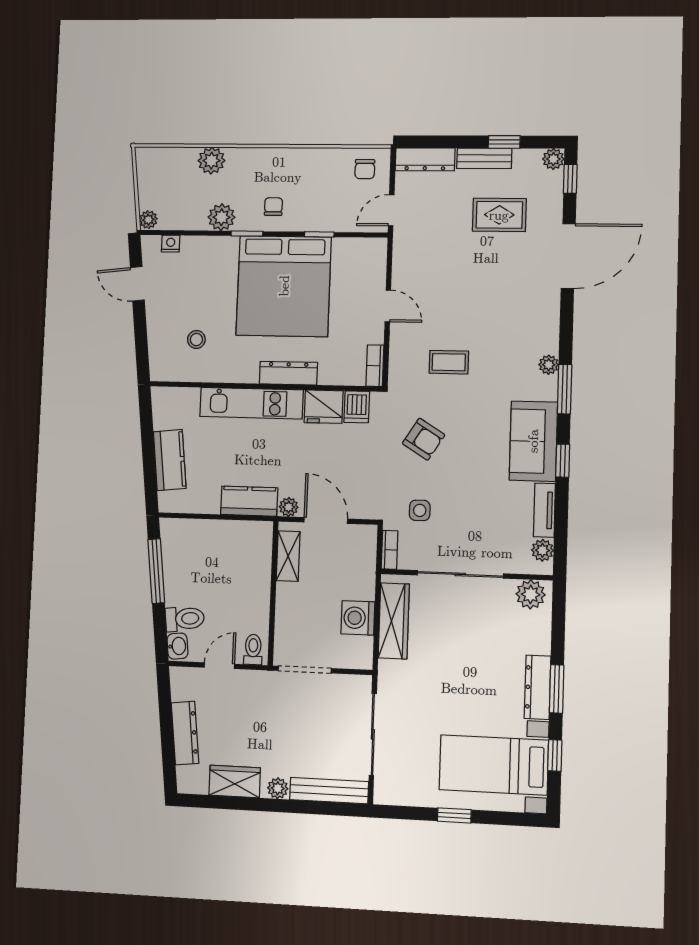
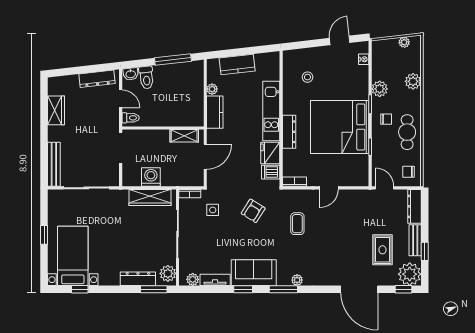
plant: (553, 159) -> (410, 274), width x1.87, depth x1.87
cafe table: (297, 171) -> (407, 132), added
plant: (148, 220) -> (404, 42), moved
plant: (289, 507) -> (212, 89), moved
dresser: (538, 687) -> (138, 279), moved
window: (557, 689) -> (154, 289), moved
dresser: (185, 733) -> (97, 79), moved
plant: (278, 788) -> (54, 135), removed

